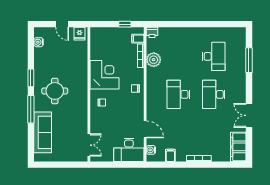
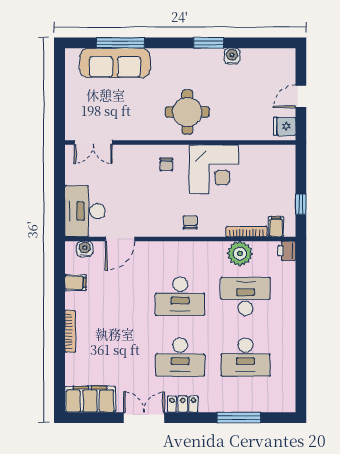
water cooler: (39, 42) -> (232, 56), moved
desk: (178, 56) -> (245, 296), added
round table: (55, 91) -> (187, 112), moved
locker: (241, 93) -> (183, 404), added
desk: (178, 94) -> (180, 296), turned 180
desk: (214, 94) -> (180, 357), turned 180
window: (31, 109) -> (120, 43), moved

